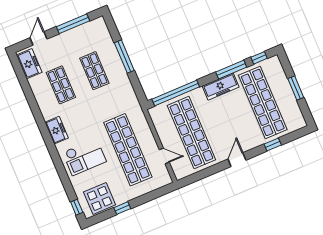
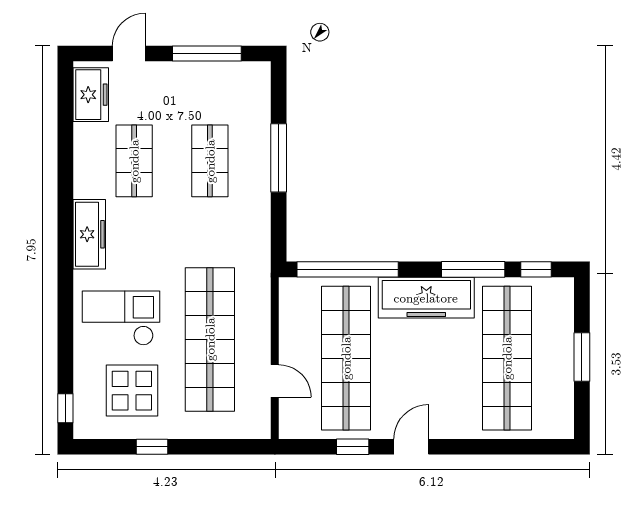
freezer: (221, 87) -> (426, 298), width x1.36, depth x1.26
freezer: (57, 130) -> (89, 234), width x1.40
window: (273, 145) -> (353, 447), moved
checkout: (84, 157) -> (121, 318), turned 180
display table: (100, 198) -> (132, 391), moved

